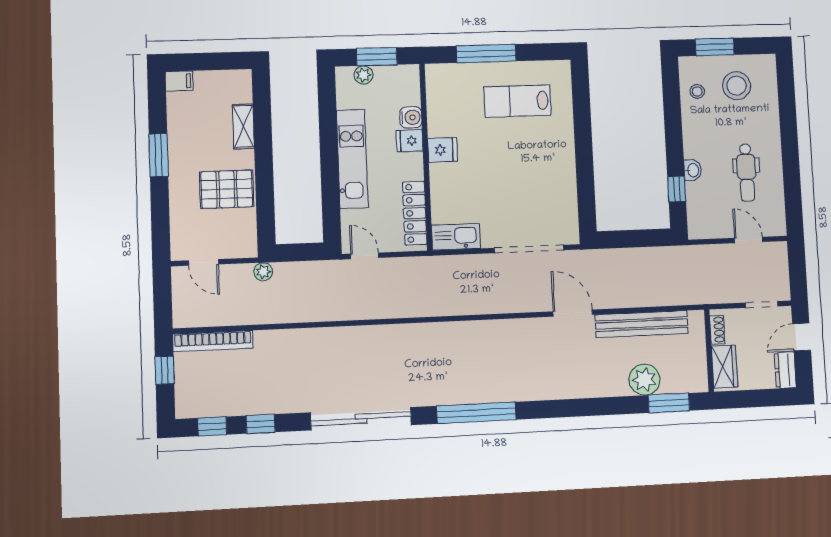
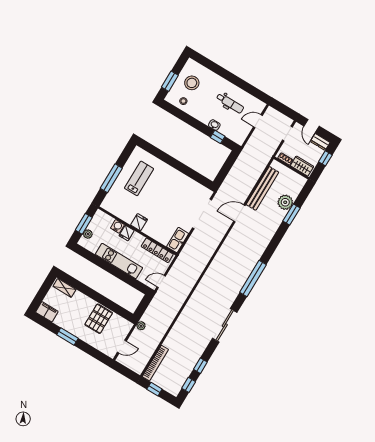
filing cabinet: (179, 81) -> (47, 312), width x2.00
lab bench: (518, 101) -> (139, 178), turned 180
shelving: (243, 126) -> (65, 288), moved
window: (764, 398) -> (325, 158), added
window: (669, 403) -> (292, 215), moved
sliding door: (361, 419) -> (225, 325), width x0.73

